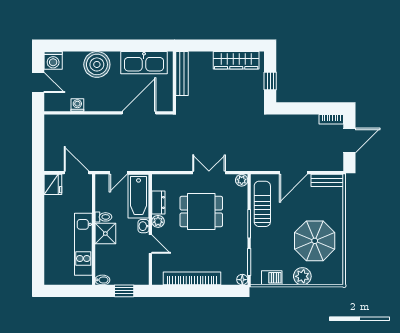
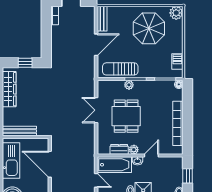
door: (293, 173) -> (96, 45), hinge flipped
plant: (242, 180) -> (129, 85), moved
plant: (302, 276) -> (176, 13), moved

